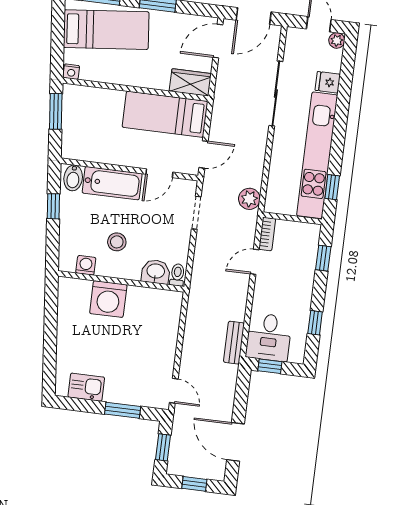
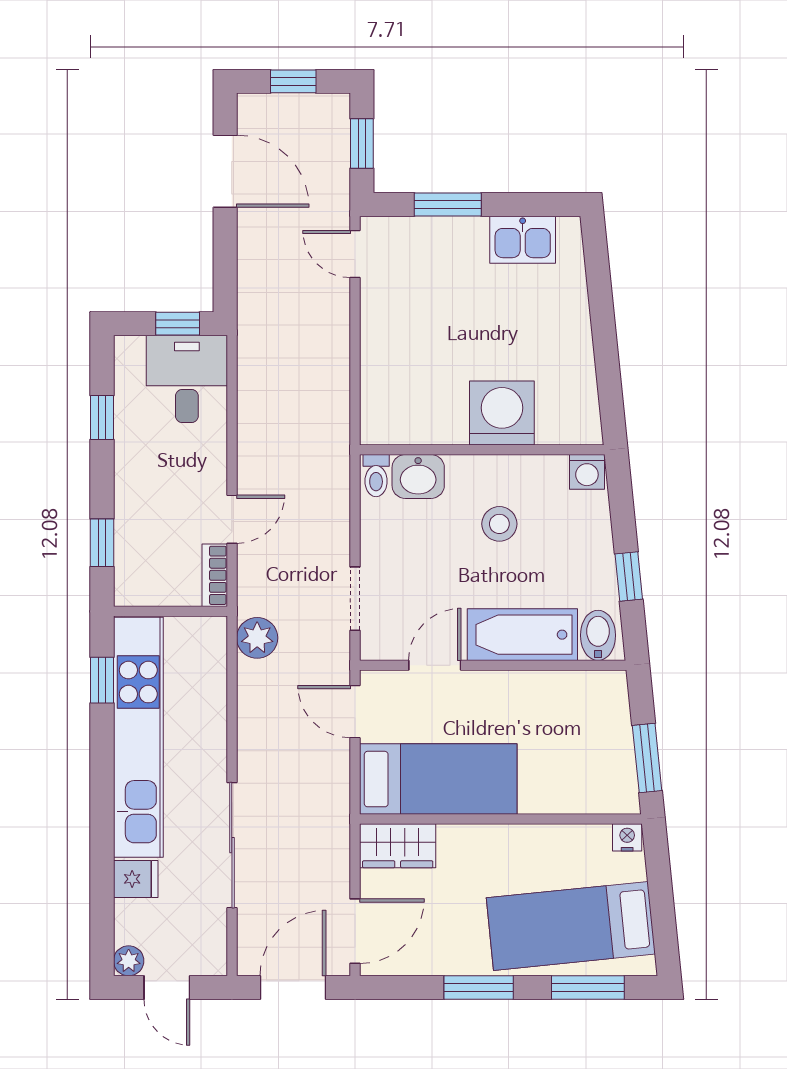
door: (204, 154) -> (355, 712), hinge flipped
washing machine: (86, 265) -> (587, 472), moved
bench: (234, 343) -> (252, 360), removed

